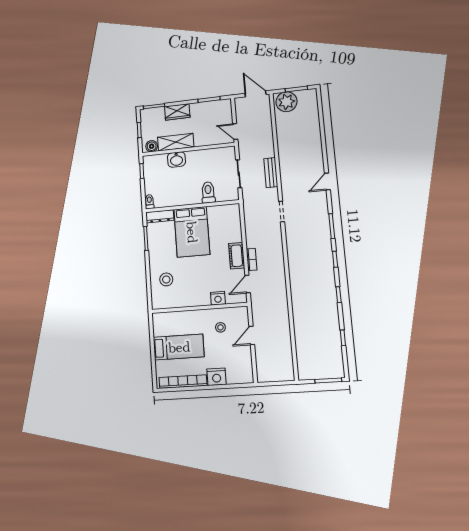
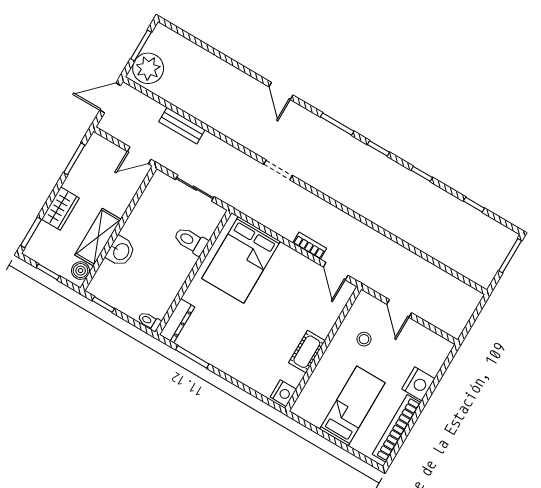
bench: (271, 173) -> (182, 126), moved
bed: (192, 232) -> (241, 260), moved, turned 90
cot: (237, 256) -> (307, 352), moved, turned 90
stool: (166, 279) -> (261, 366), removed
nightstand: (218, 298) -> (283, 393), moved

